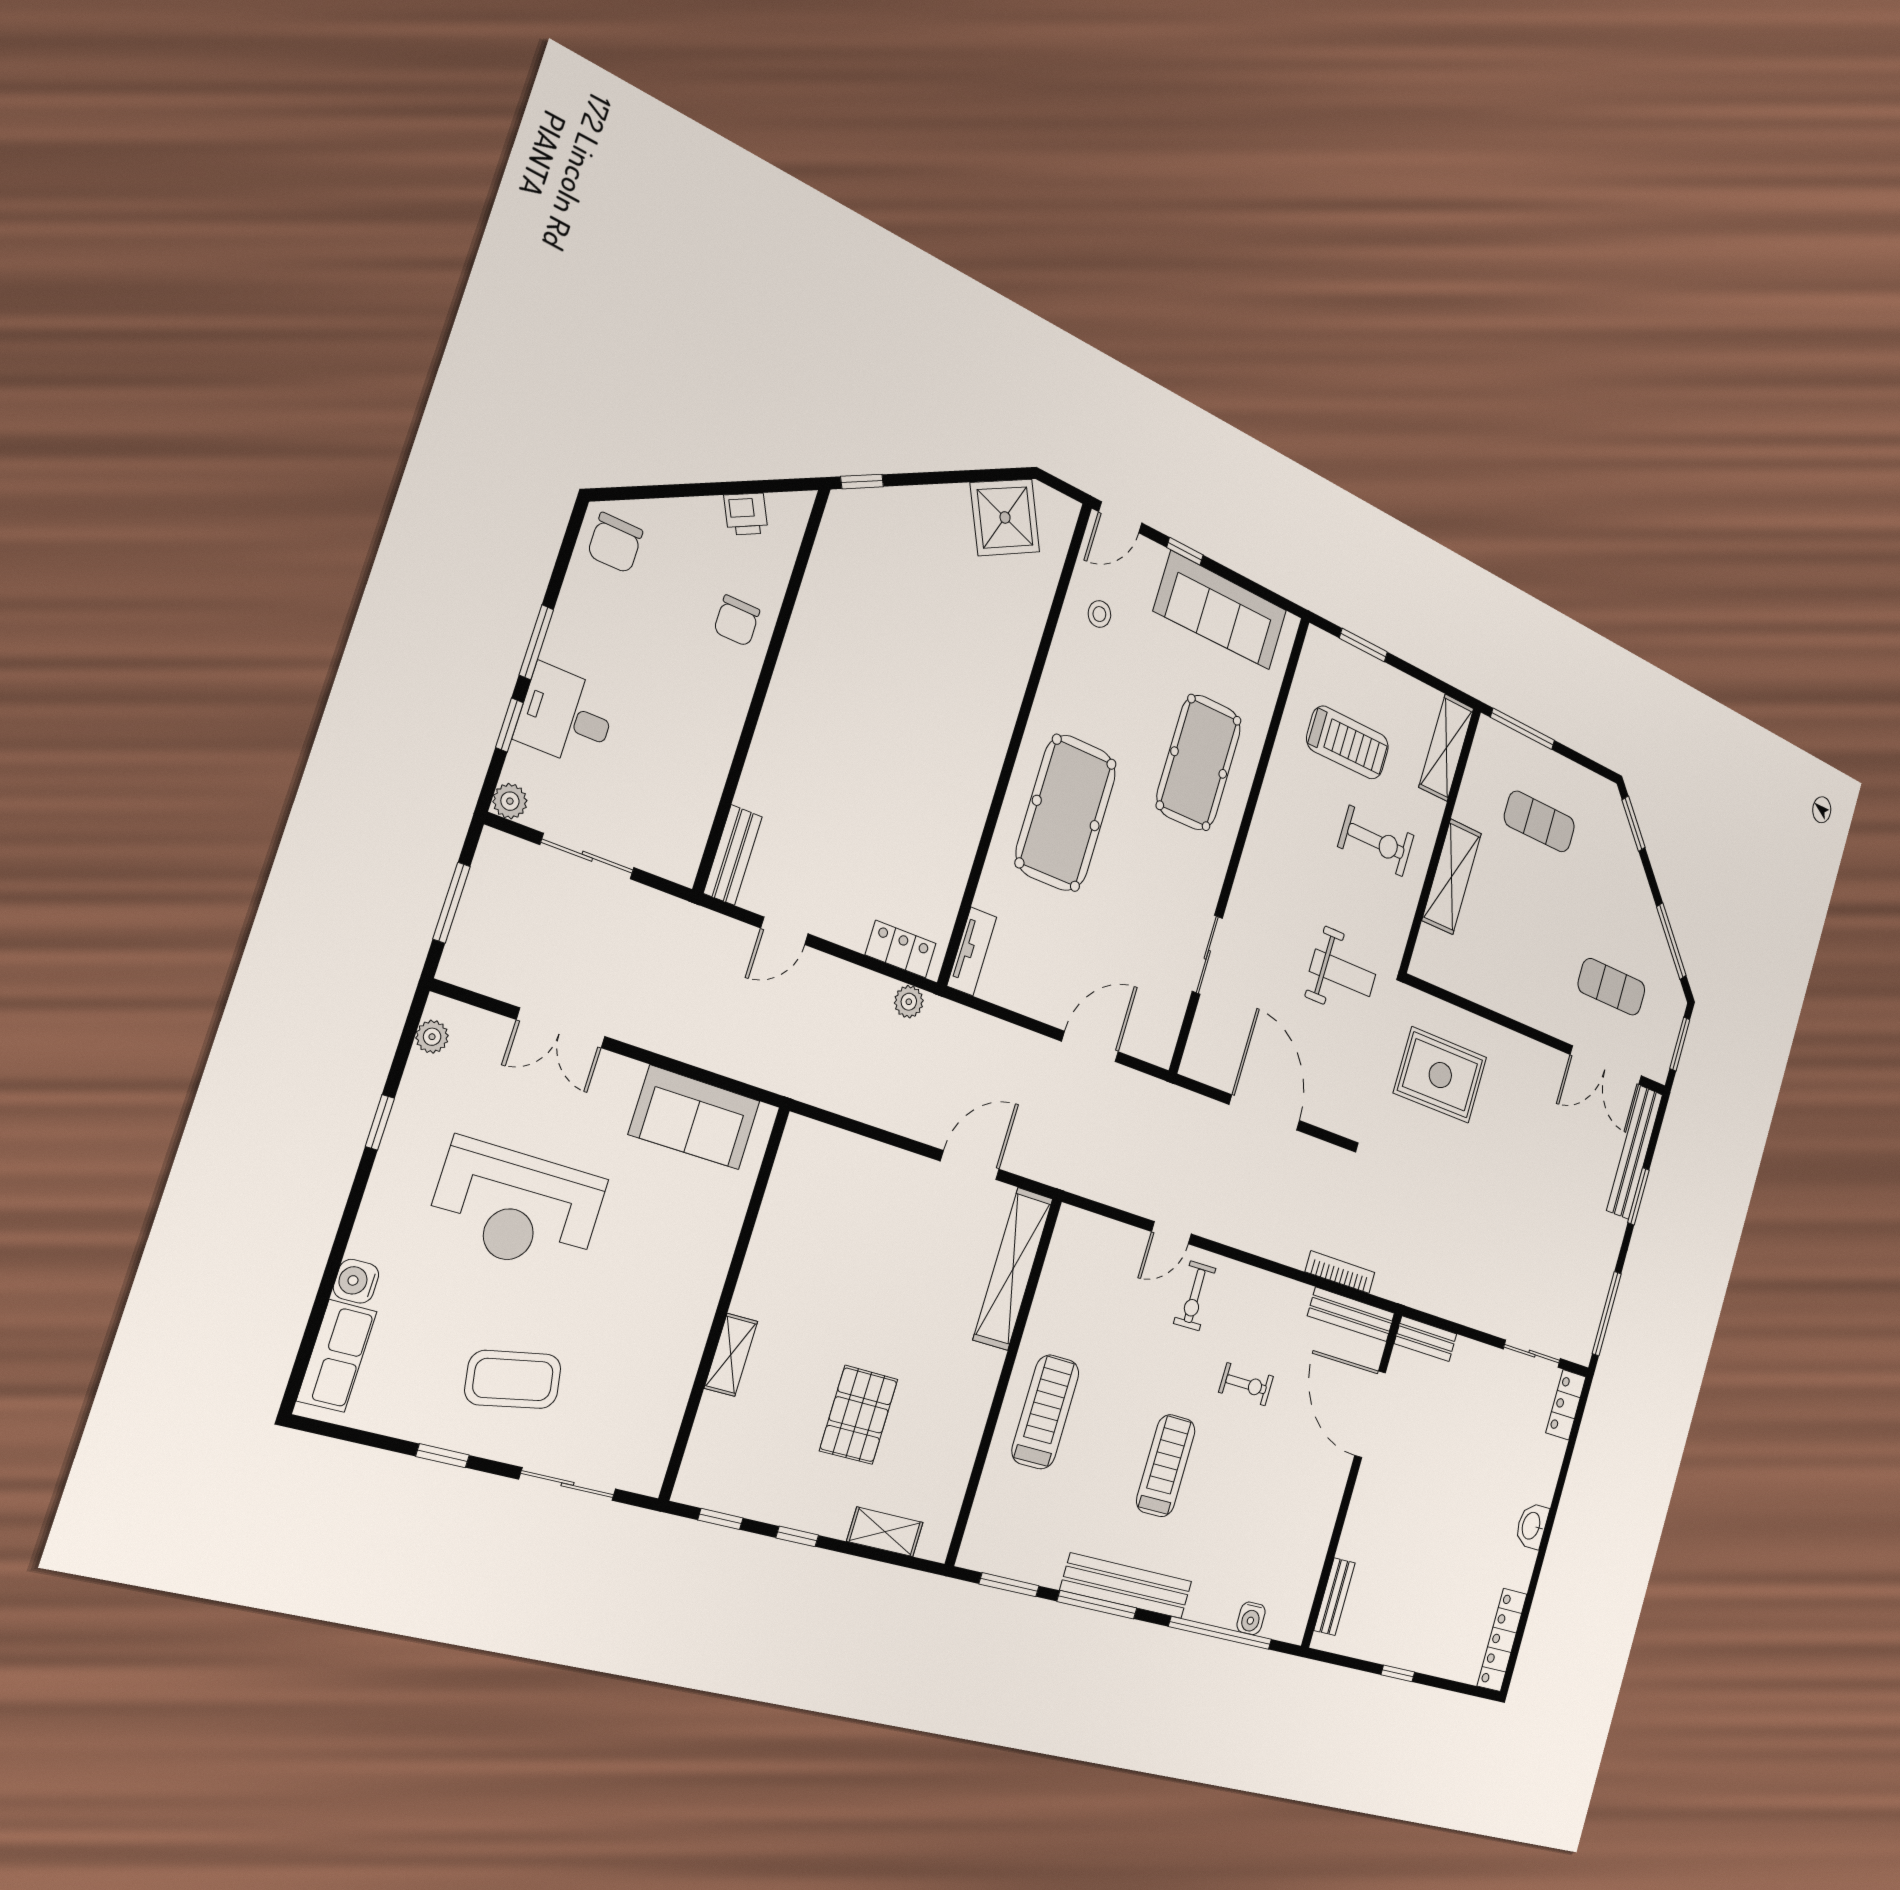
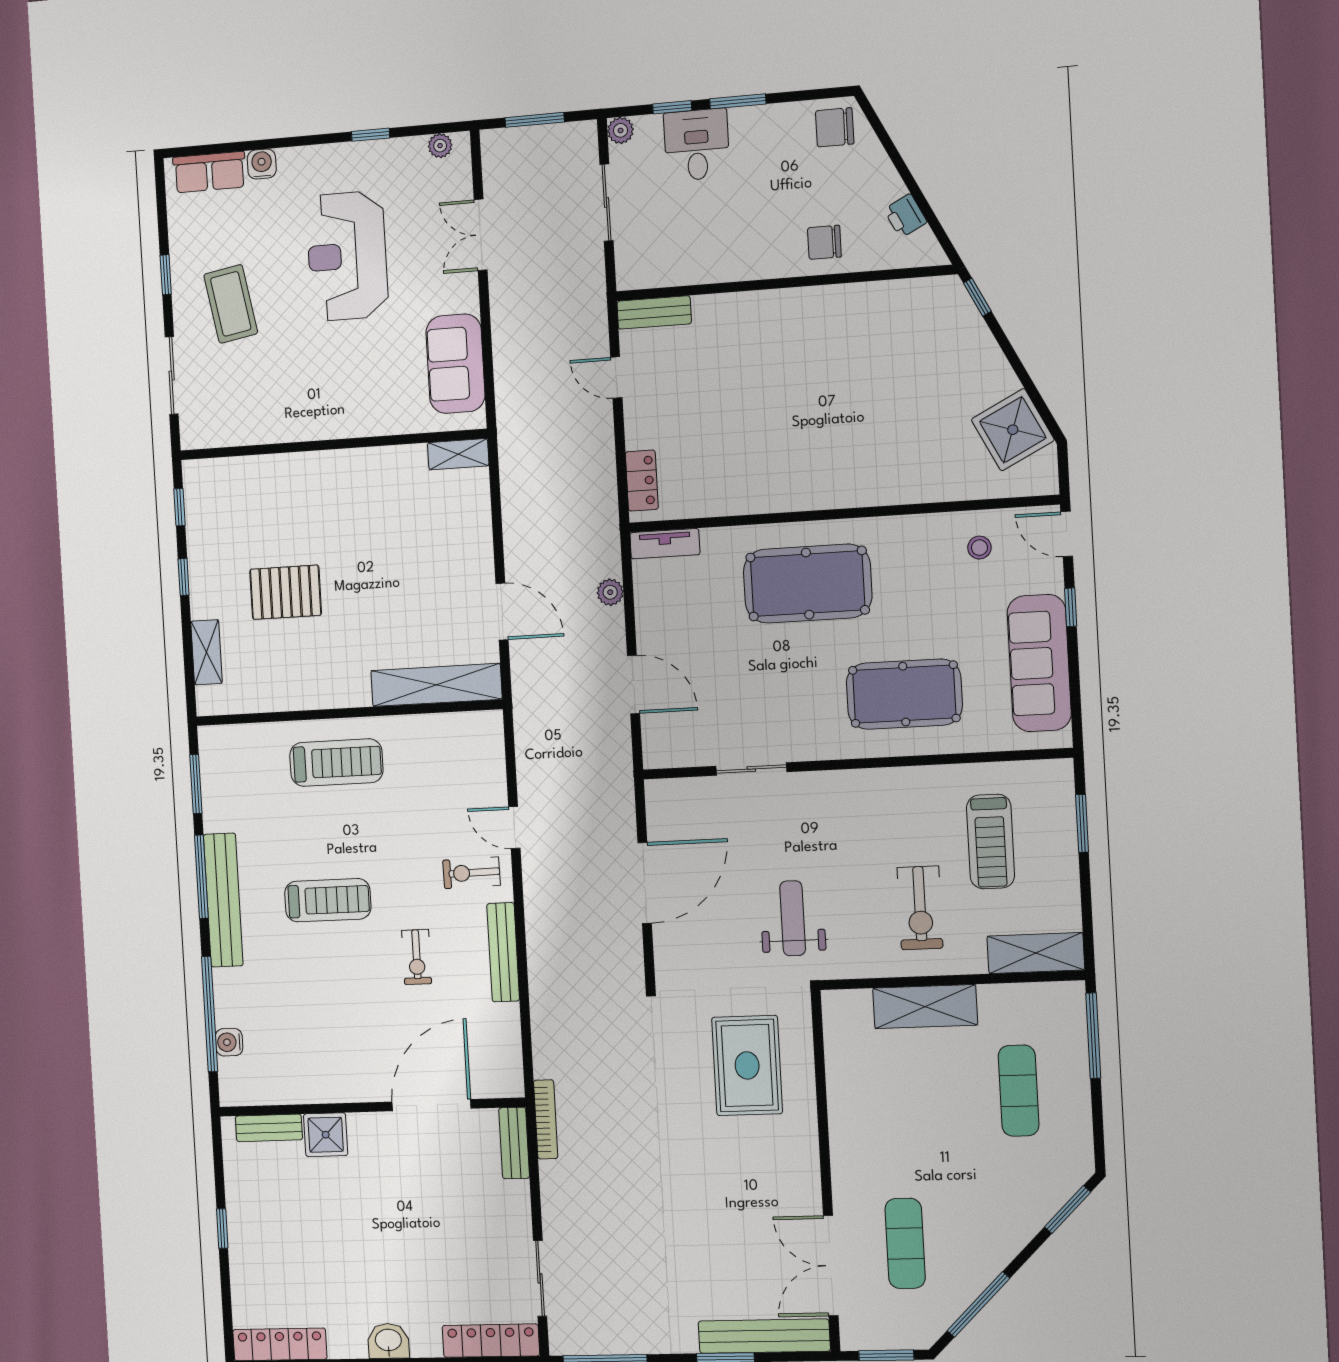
weight bench: (1343, 973) -> (793, 918), turned 180
plant: (909, 1002) -> (610, 592), moved
bookcase: (1340, 1272) -> (546, 1119), moved
bench: (1351, 1314) -> (503, 952), moved
shelving: (731, 1355) -> (458, 454), moved
locker: (1566, 1405) -> (491, 1341), width x1.53
shower: (1359, 1536) -> (326, 1135), added

